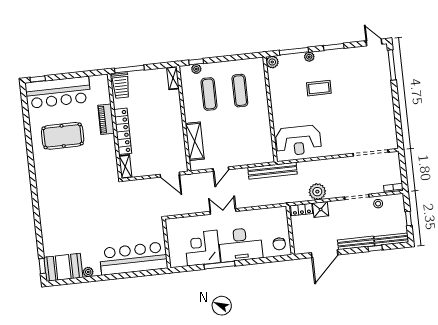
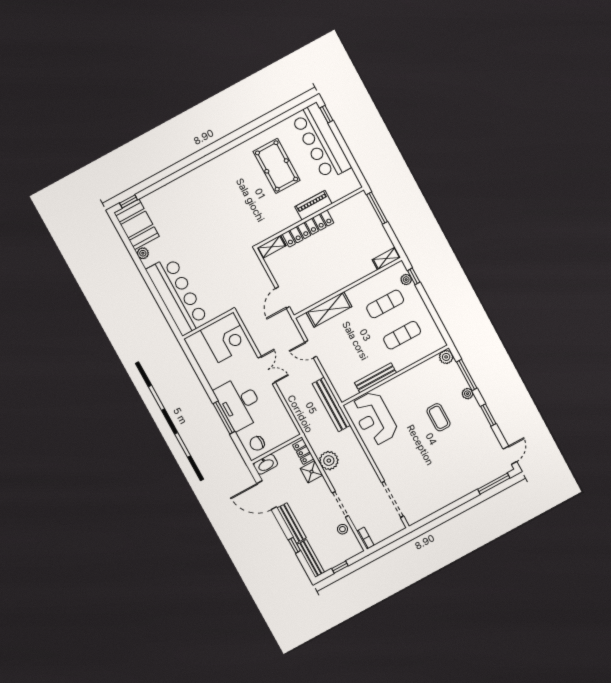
trolley: (121, 86) -> (356, 206), removed
bench: (266, 126) -> (376, 378), added
washbasin: (299, 244) -> (266, 464), added
corner desk: (202, 248) -> (226, 337), moved, turned 90
window: (220, 265) -> (224, 418), moved

